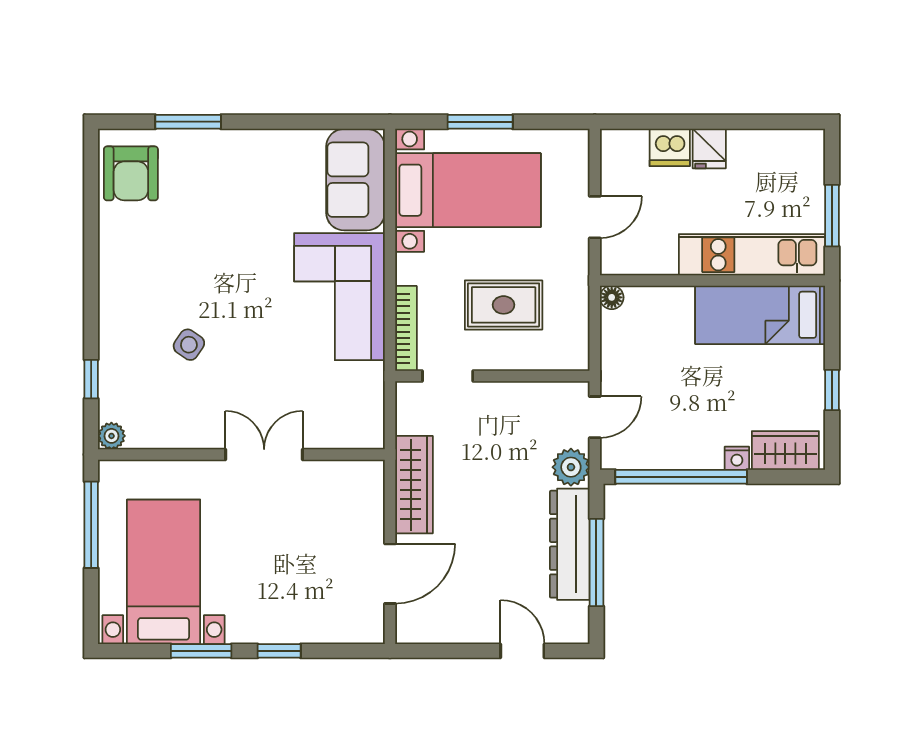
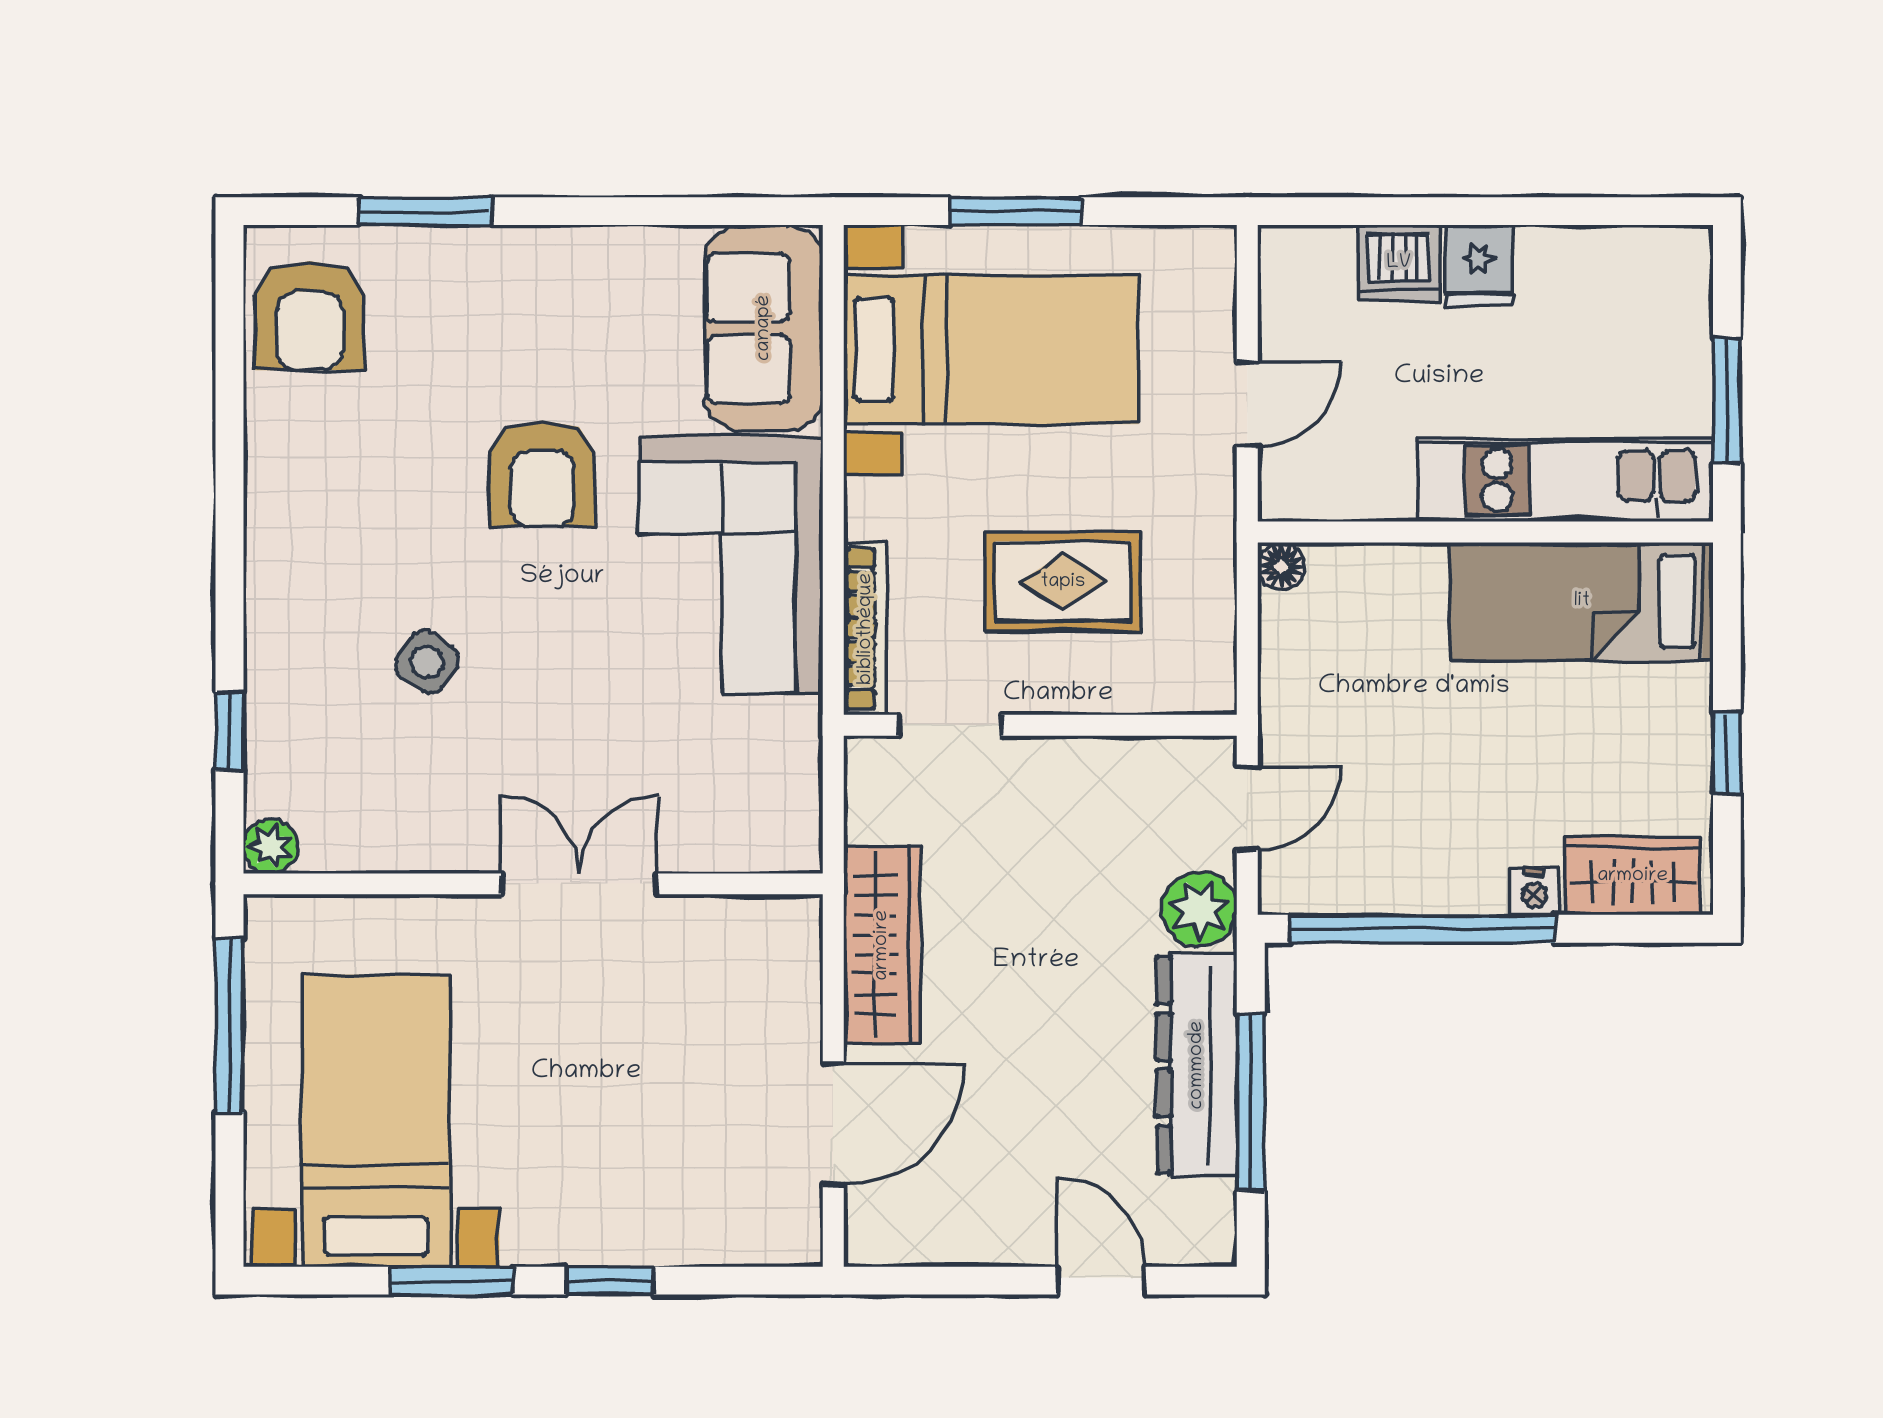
armchair: (246, 252) -> (542, 474), added

